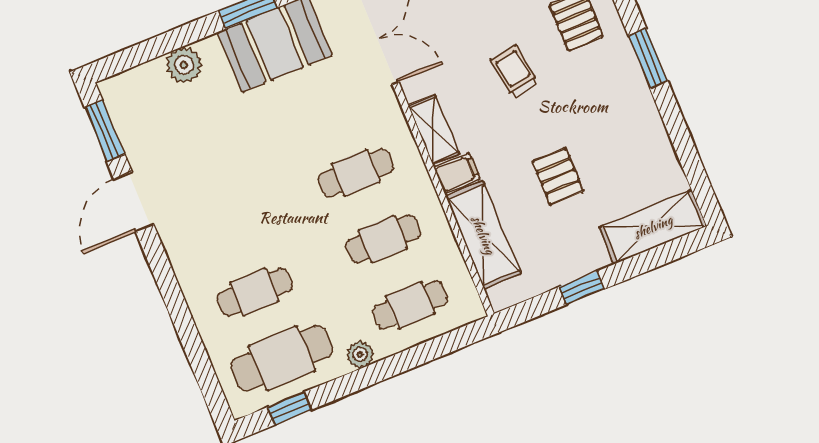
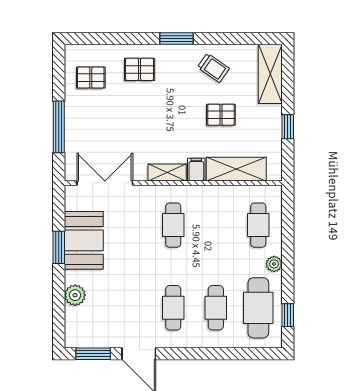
trolley: (515, 71) -> (213, 68), moved, turned -136
cafe table: (383, 239) -> (173, 308), moved

